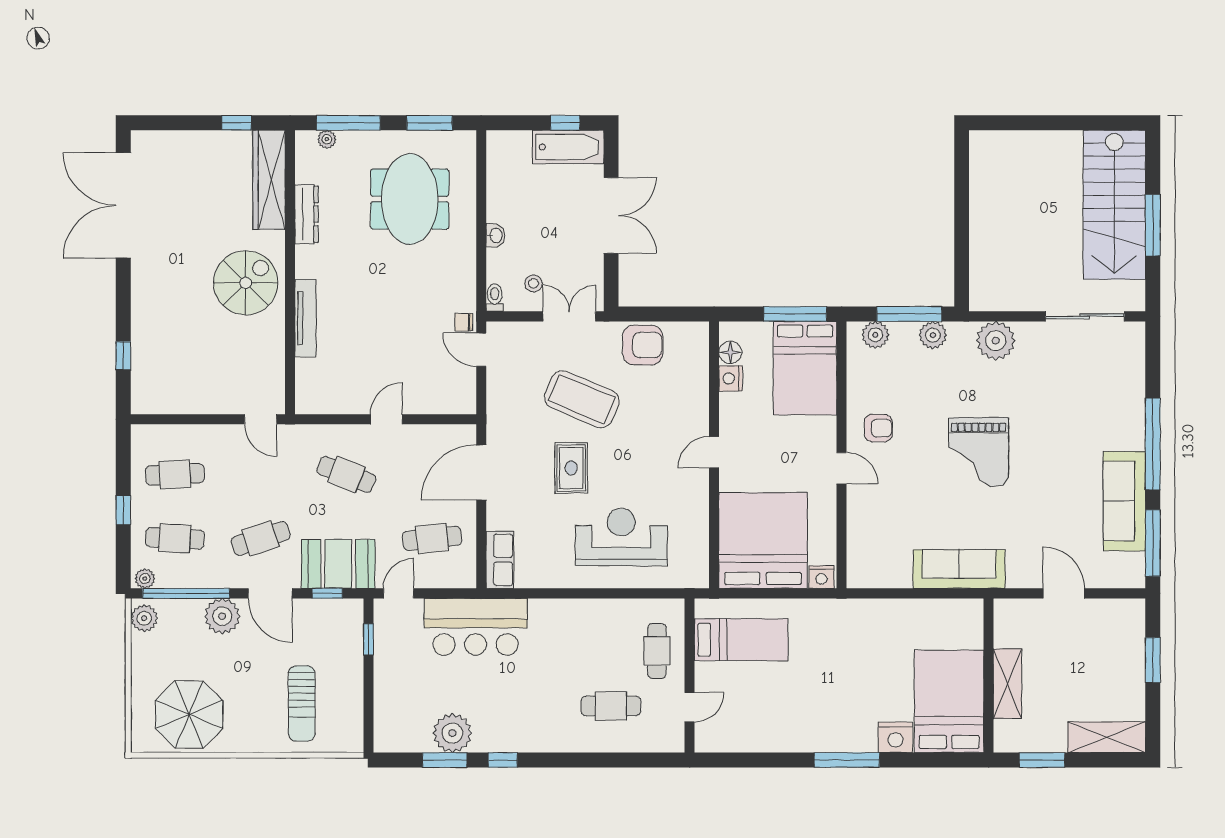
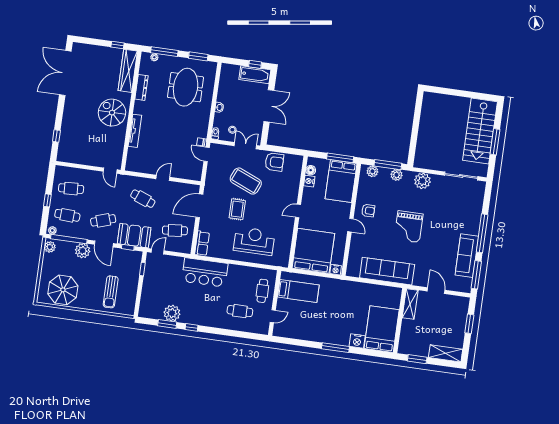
spiral stairs: (246, 283) -> (112, 113), turned -90
sofa: (959, 569) -> (387, 271), width x1.36, depth x1.27
bar counter: (476, 627) -> (205, 272), moved
shelving: (1007, 684) -> (410, 304), moved

